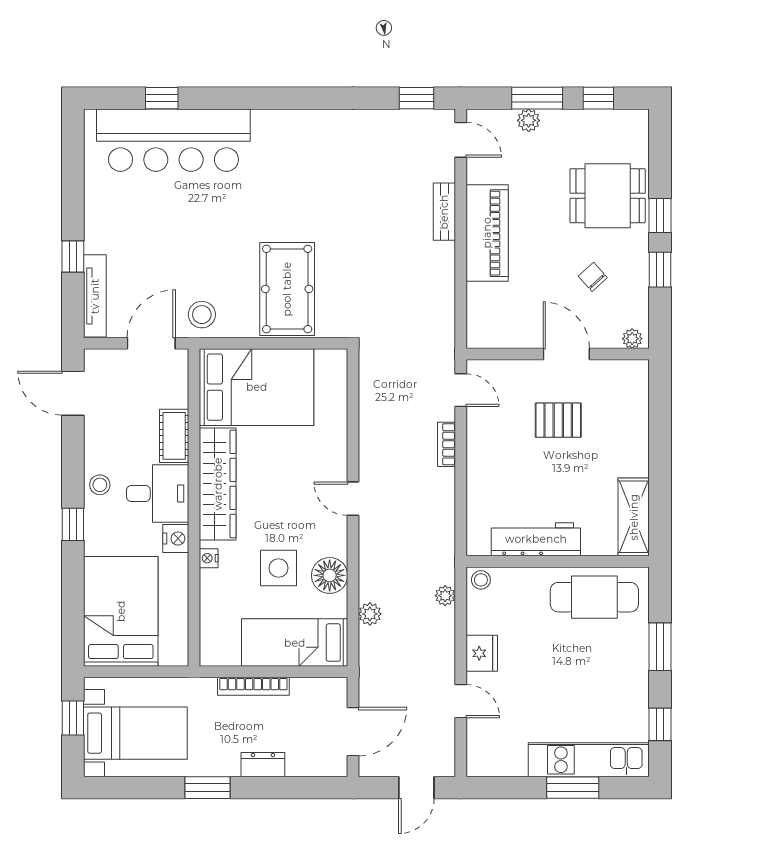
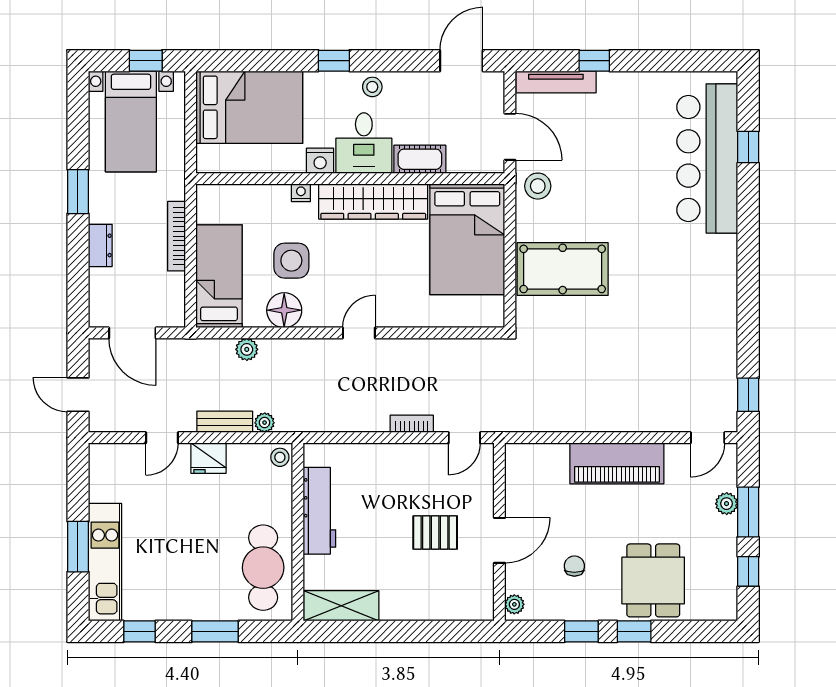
bench: (444, 212) -> (225, 422), moved
chair: (593, 277) -> (574, 566), turned -48
pallet: (558, 420) -> (435, 532), turned 90

